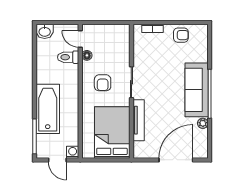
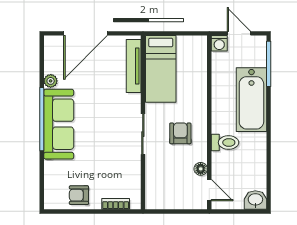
toilet: (68, 57) -> (225, 142), moved
tv unit: (139, 120) -> (134, 66), moved
bed: (112, 132) -> (161, 69), width x0.67

